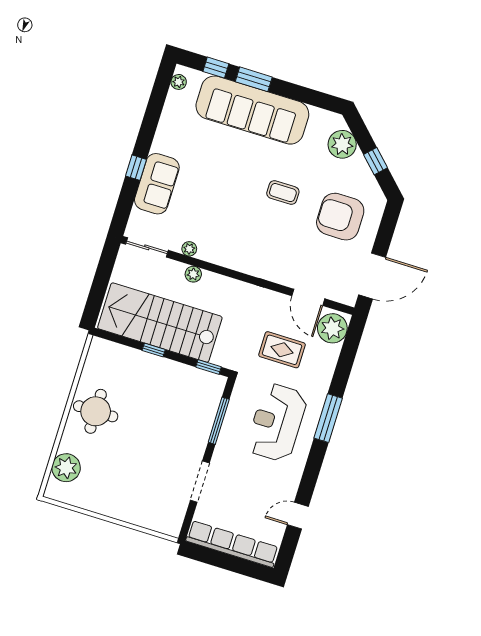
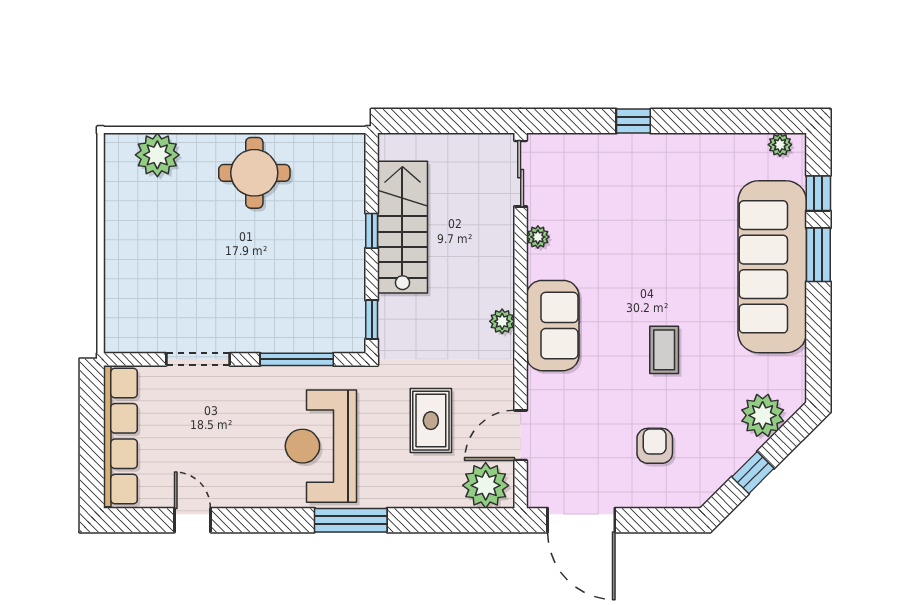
sofa: (157, 184) -> (553, 326), moved, turned -90
armchair: (340, 217) -> (655, 446), width x0.53, depth x0.53
plant: (193, 274) -> (502, 321), moved
stairs: (160, 323) -> (402, 227), width x0.73, depth x0.66
reception desk: (277, 422) -> (321, 446), turned -90

